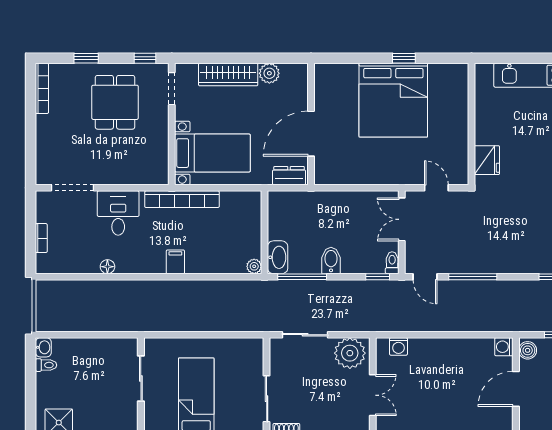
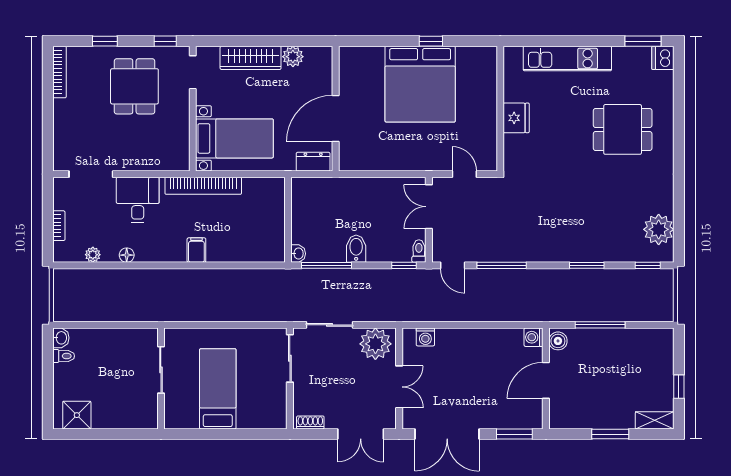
fridge: (487, 160) -> (516, 118), moved
washbasin: (278, 257) -> (298, 254), width x0.52, depth x0.69
plant: (254, 266) -> (93, 255), moved
sliding door: (267, 399) -> (290, 358), moved

